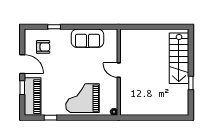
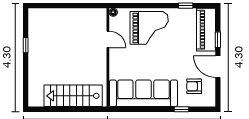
sofa: (87, 38) -> (143, 93), width x1.85, depth x1.27
stairs: (179, 58) -> (73, 96), moved, turned -90
door: (119, 70) -> (108, 39), moved

